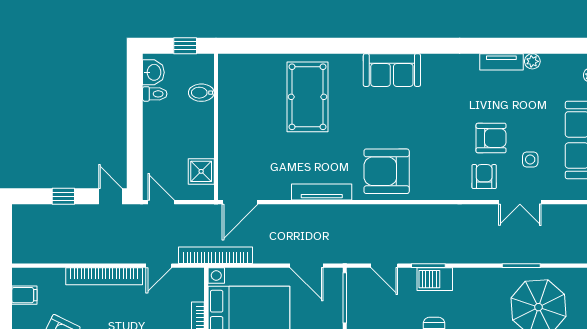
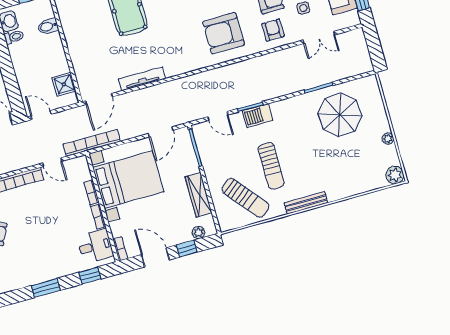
armchair: (387, 171) -> (224, 33), moved
tv unit: (322, 192) -> (142, 79), moved
double door: (520, 202) -> (319, 37), moved
door: (159, 266) -> (52, 162), hinge flipped
door: (306, 266) -> (161, 132), hinge flipped

